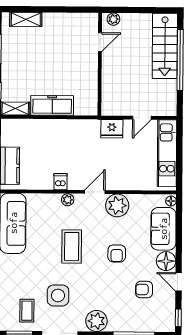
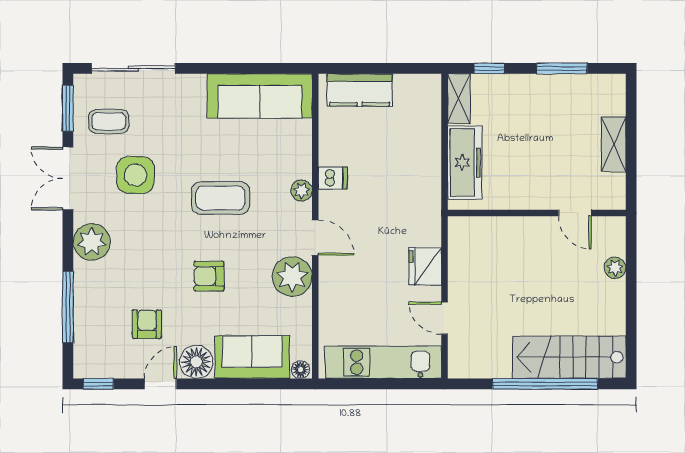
shelving: (26, 19) -> (614, 144), moved
door: (100, 42) -> (575, 213), moved
wall: (100, 64) -> (537, 213), moved

